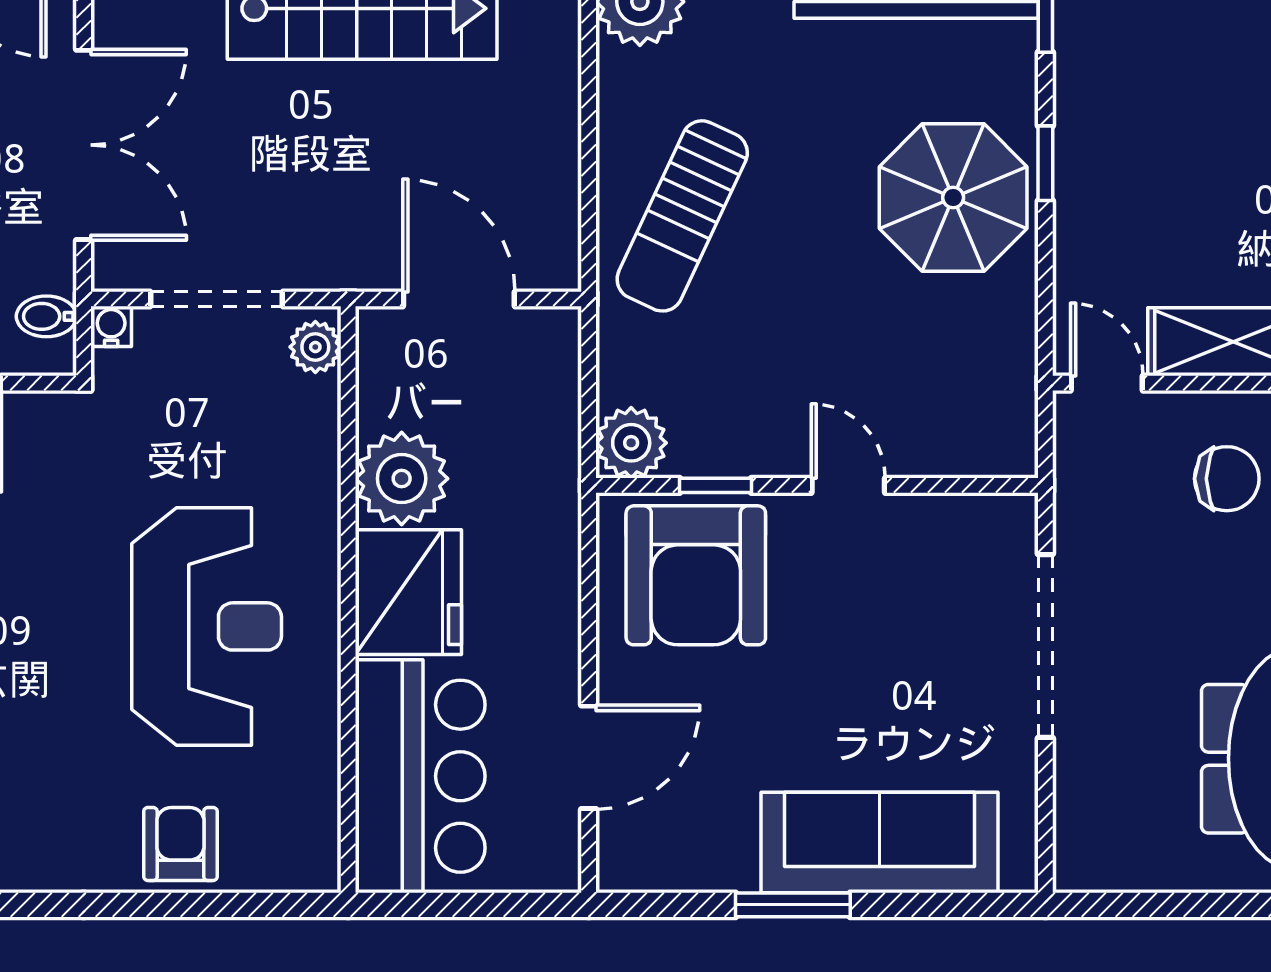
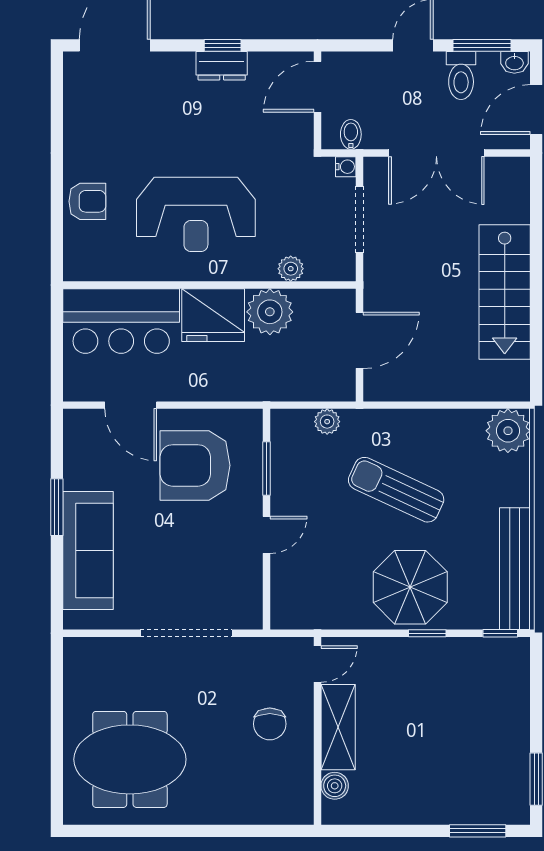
sun lounger: (682, 216) -> (396, 490), moved
plant: (315, 347) -> (291, 269), moved
plant: (631, 443) -> (327, 422), moved, width x0.73, depth x0.73
window: (715, 485) -> (266, 469), width x1.50
armchair: (696, 575) -> (195, 465), moved

